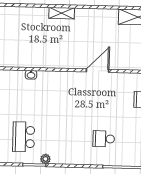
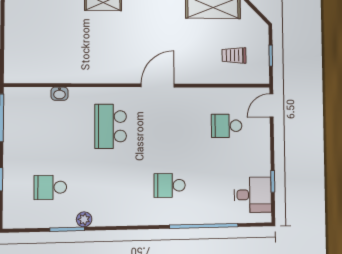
school desk: (65, 98) -> (111, 126), added
school desk: (24, 137) -> (50, 187), width x0.54

